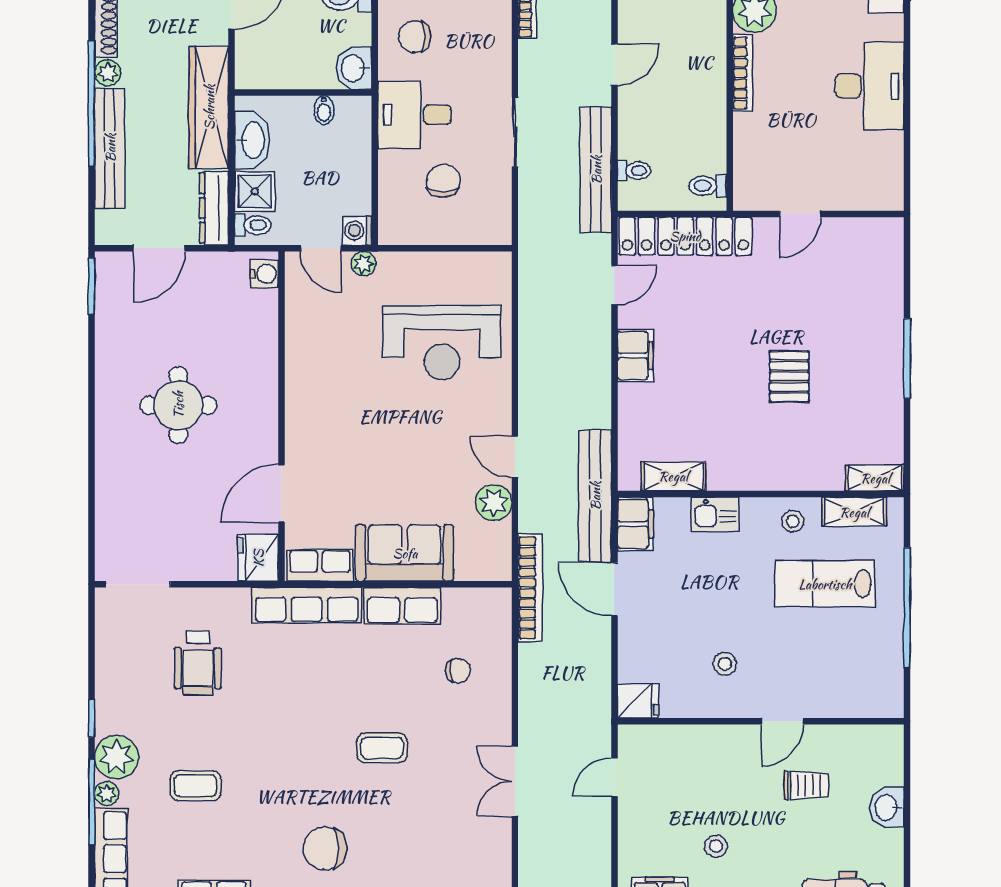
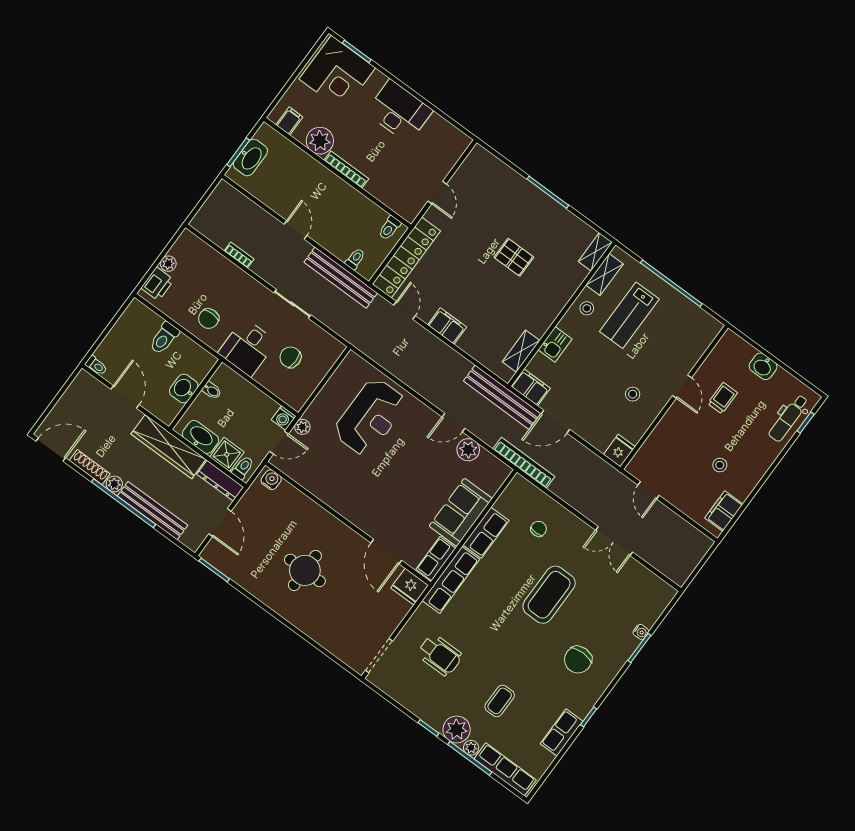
washbasin: (354, 68) -> (184, 388), moved, turned 90
coffee table: (382, 748) -> (549, 595), width x1.86, depth x1.72

